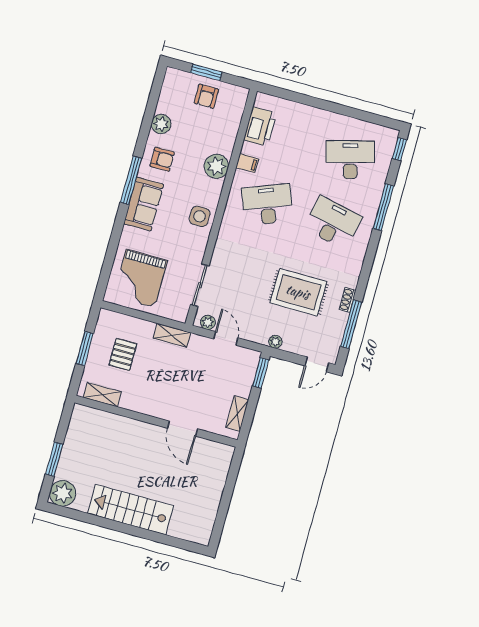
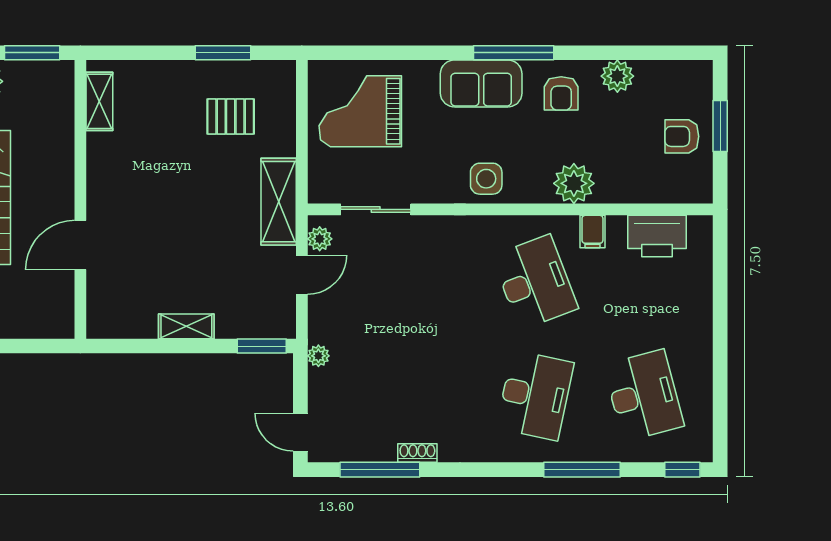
rug: (298, 292) -> (408, 371), removed
shelving: (172, 335) -> (279, 202), width x1.50, depth x1.33
shelving: (102, 395) -> (99, 101), moved
wall: (156, 421) -> (80, 199), moved
door: (182, 429) -> (80, 245), moved

